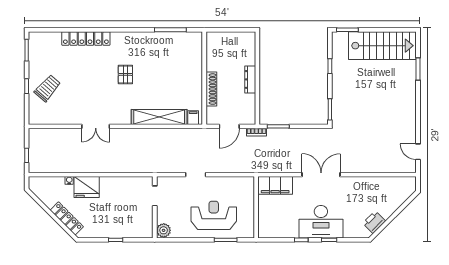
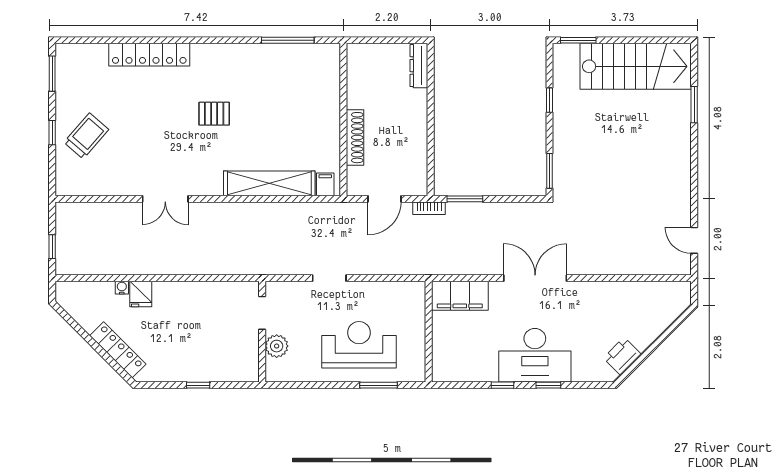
pallet: (125, 74) -> (214, 114), turned 90
dresser: (250, 79) -> (419, 66), moved
fridge: (87, 187) -> (141, 294), width x0.53, depth x0.75
plant: (164, 230) -> (277, 346), moved

